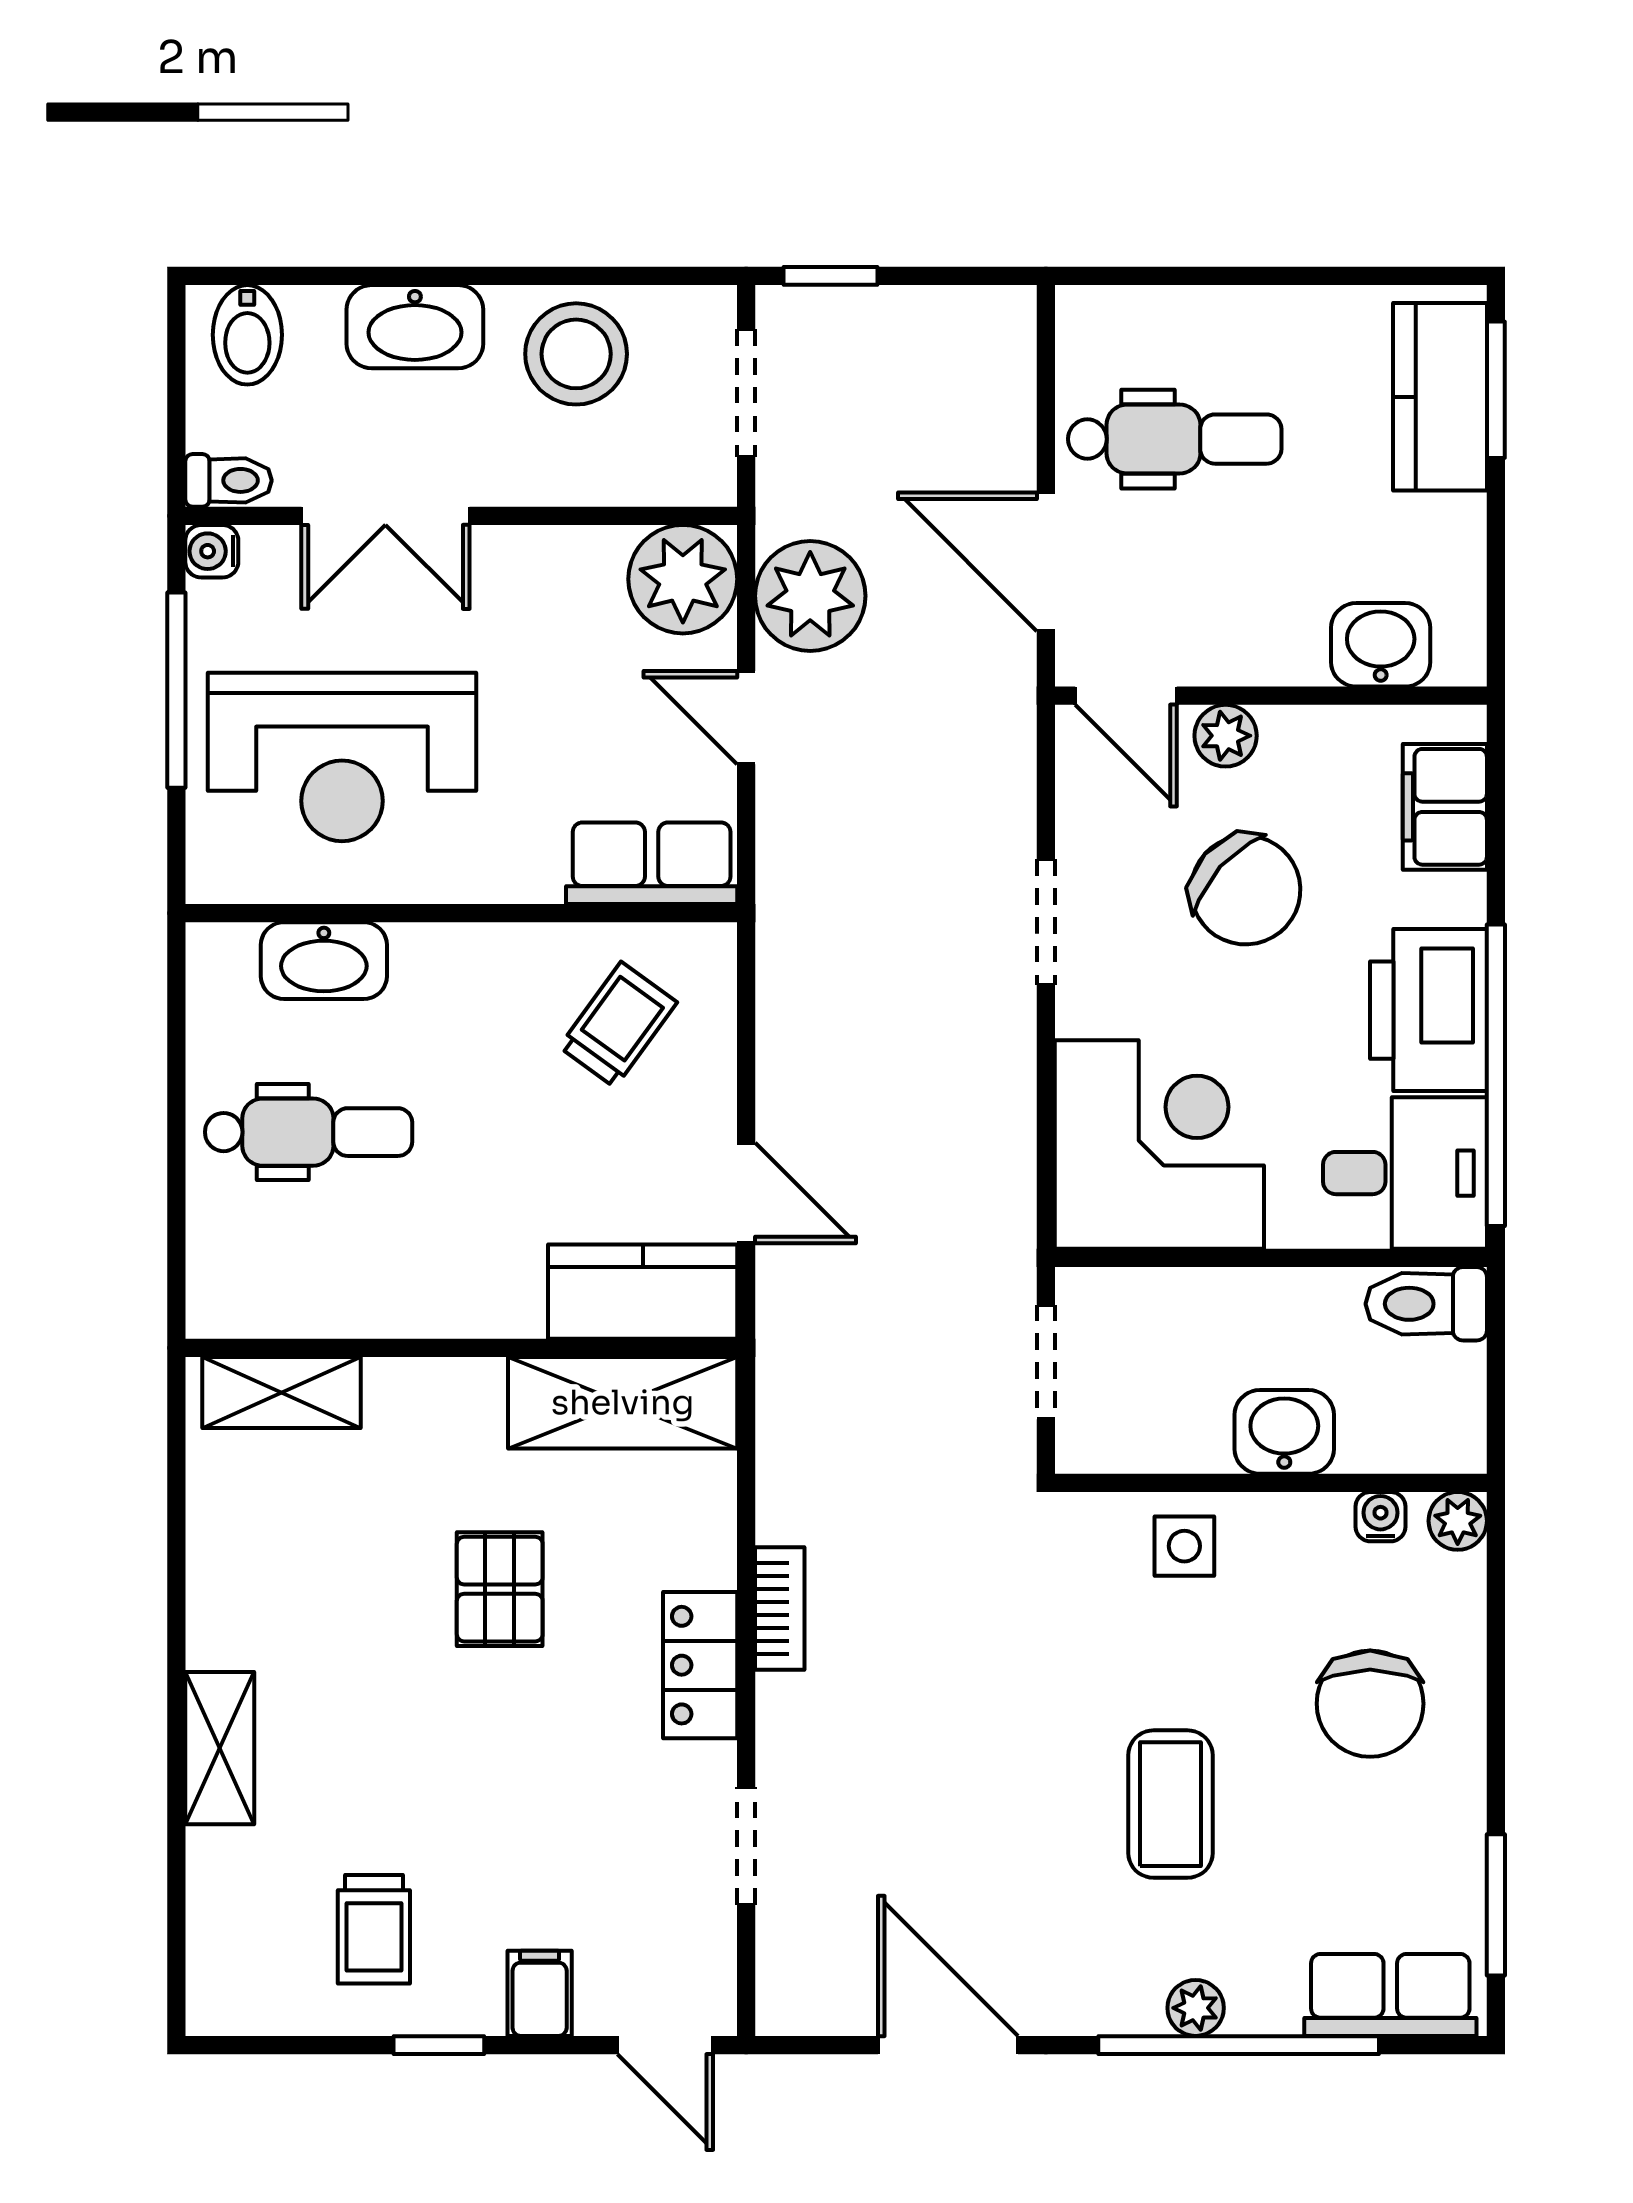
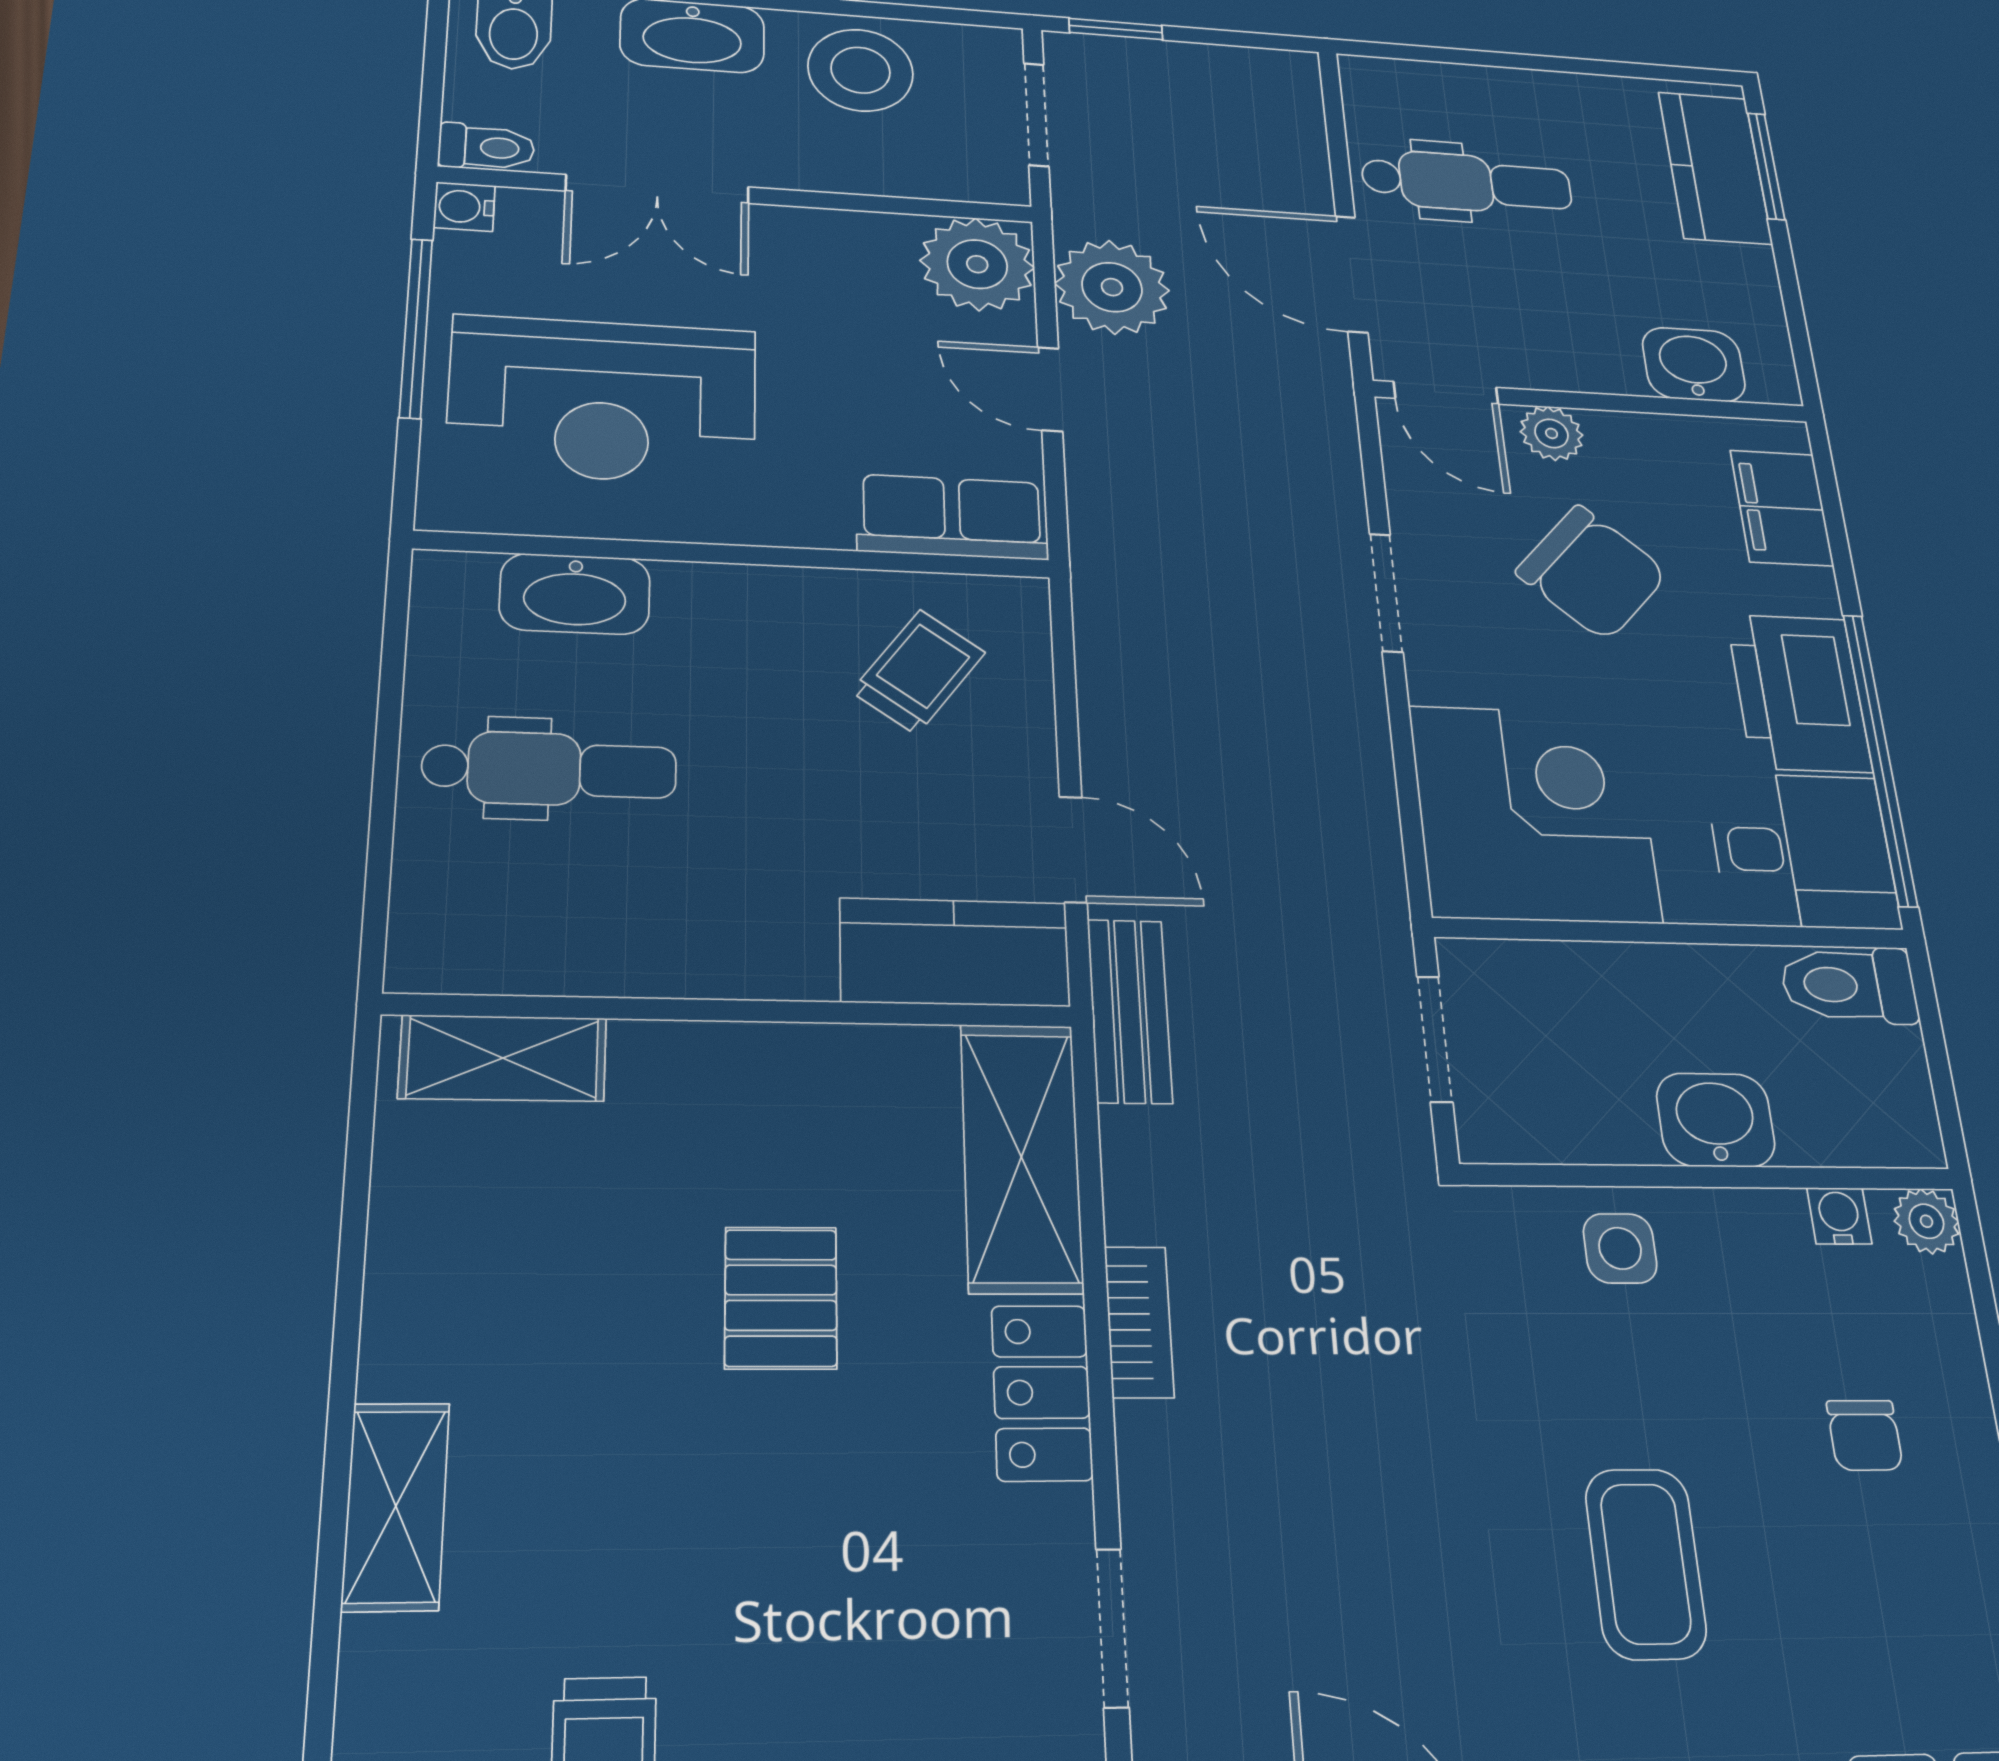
bench: (787, 1341) -> (1130, 1011), added
shelving: (623, 1403) -> (1021, 1157), moved, turned 90
chair: (1370, 1704) -> (1865, 1435), width x0.54, depth x0.54

